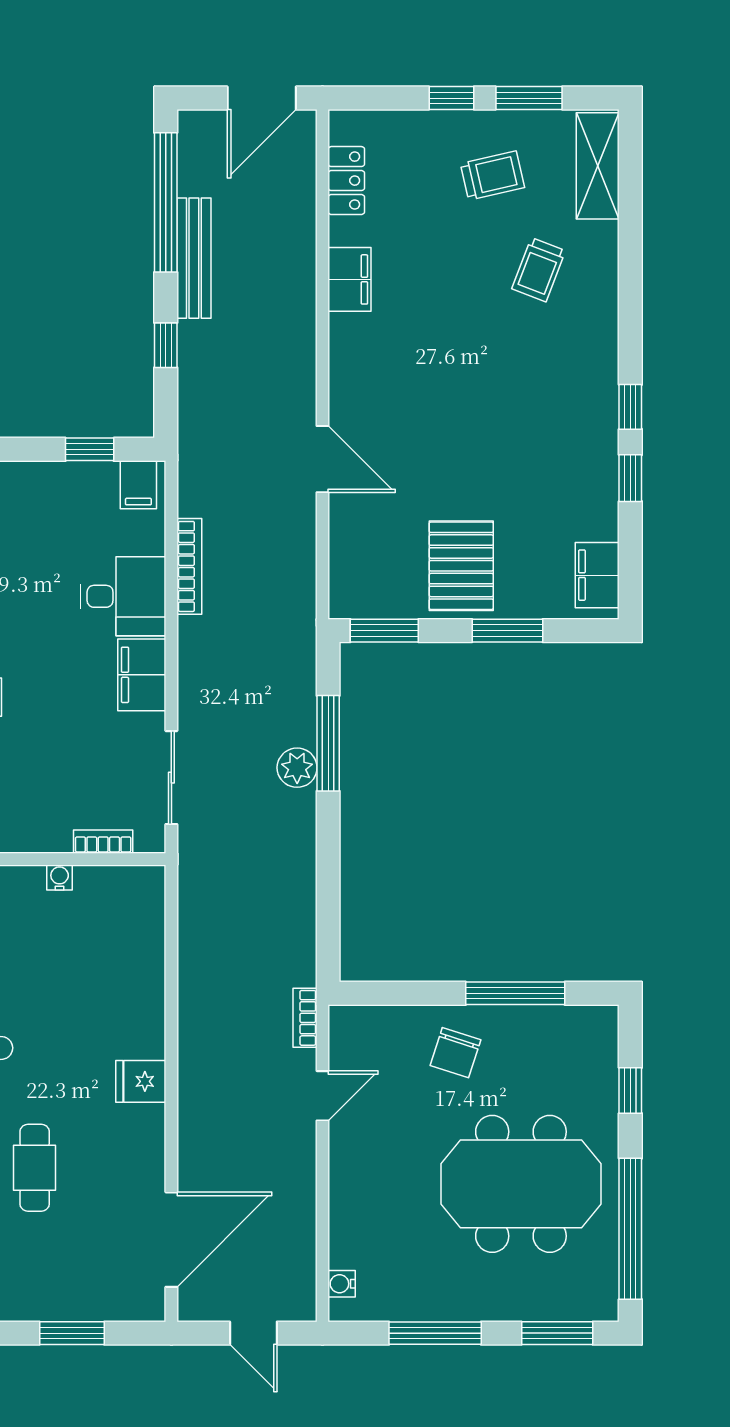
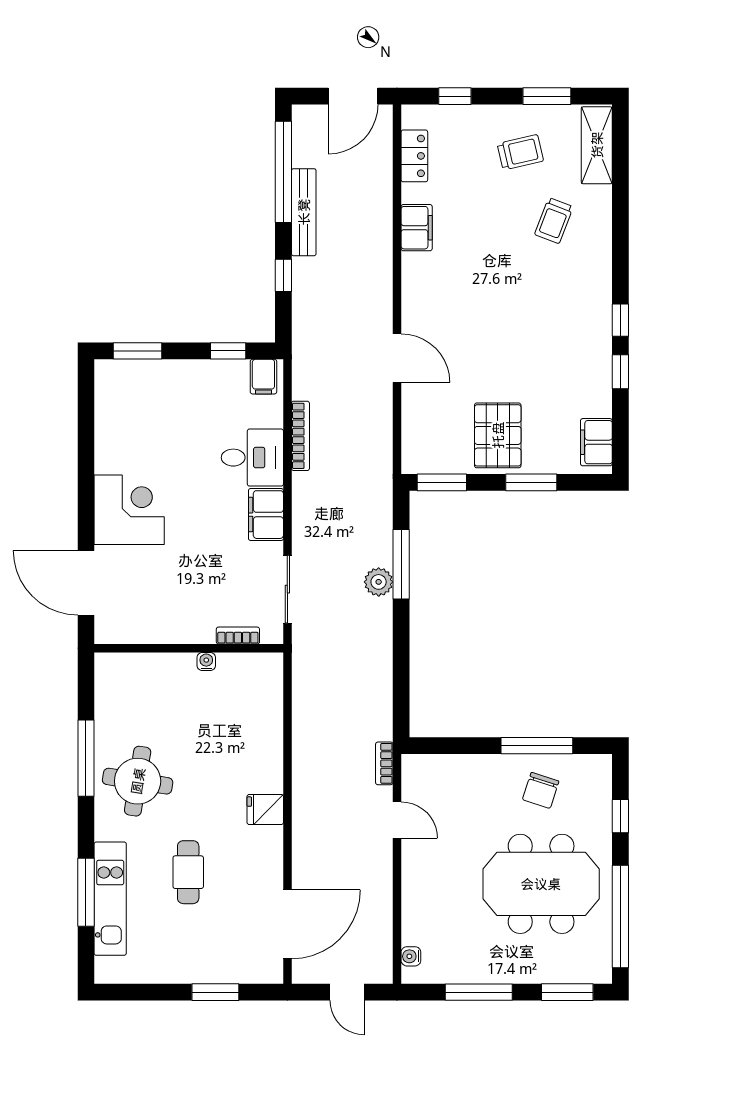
window: (451, 98) -> (455, 96), moved
chair: (455, 1053) -> (541, 790), moved
door: (322, 1096) -> (397, 820), hinge flipped

